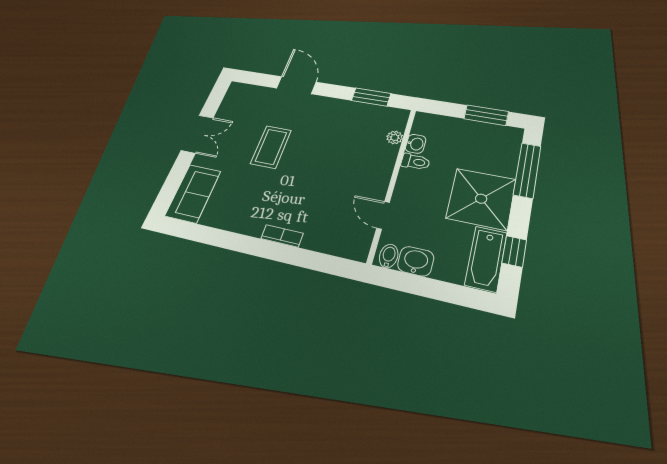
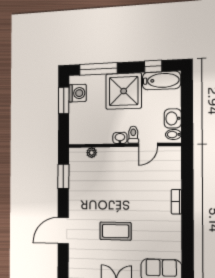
washing machine: (493, 135) -> (78, 93), added
washbasin: (416, 144) -> (120, 138), moved
toilet: (415, 162) -> (133, 135), moved

